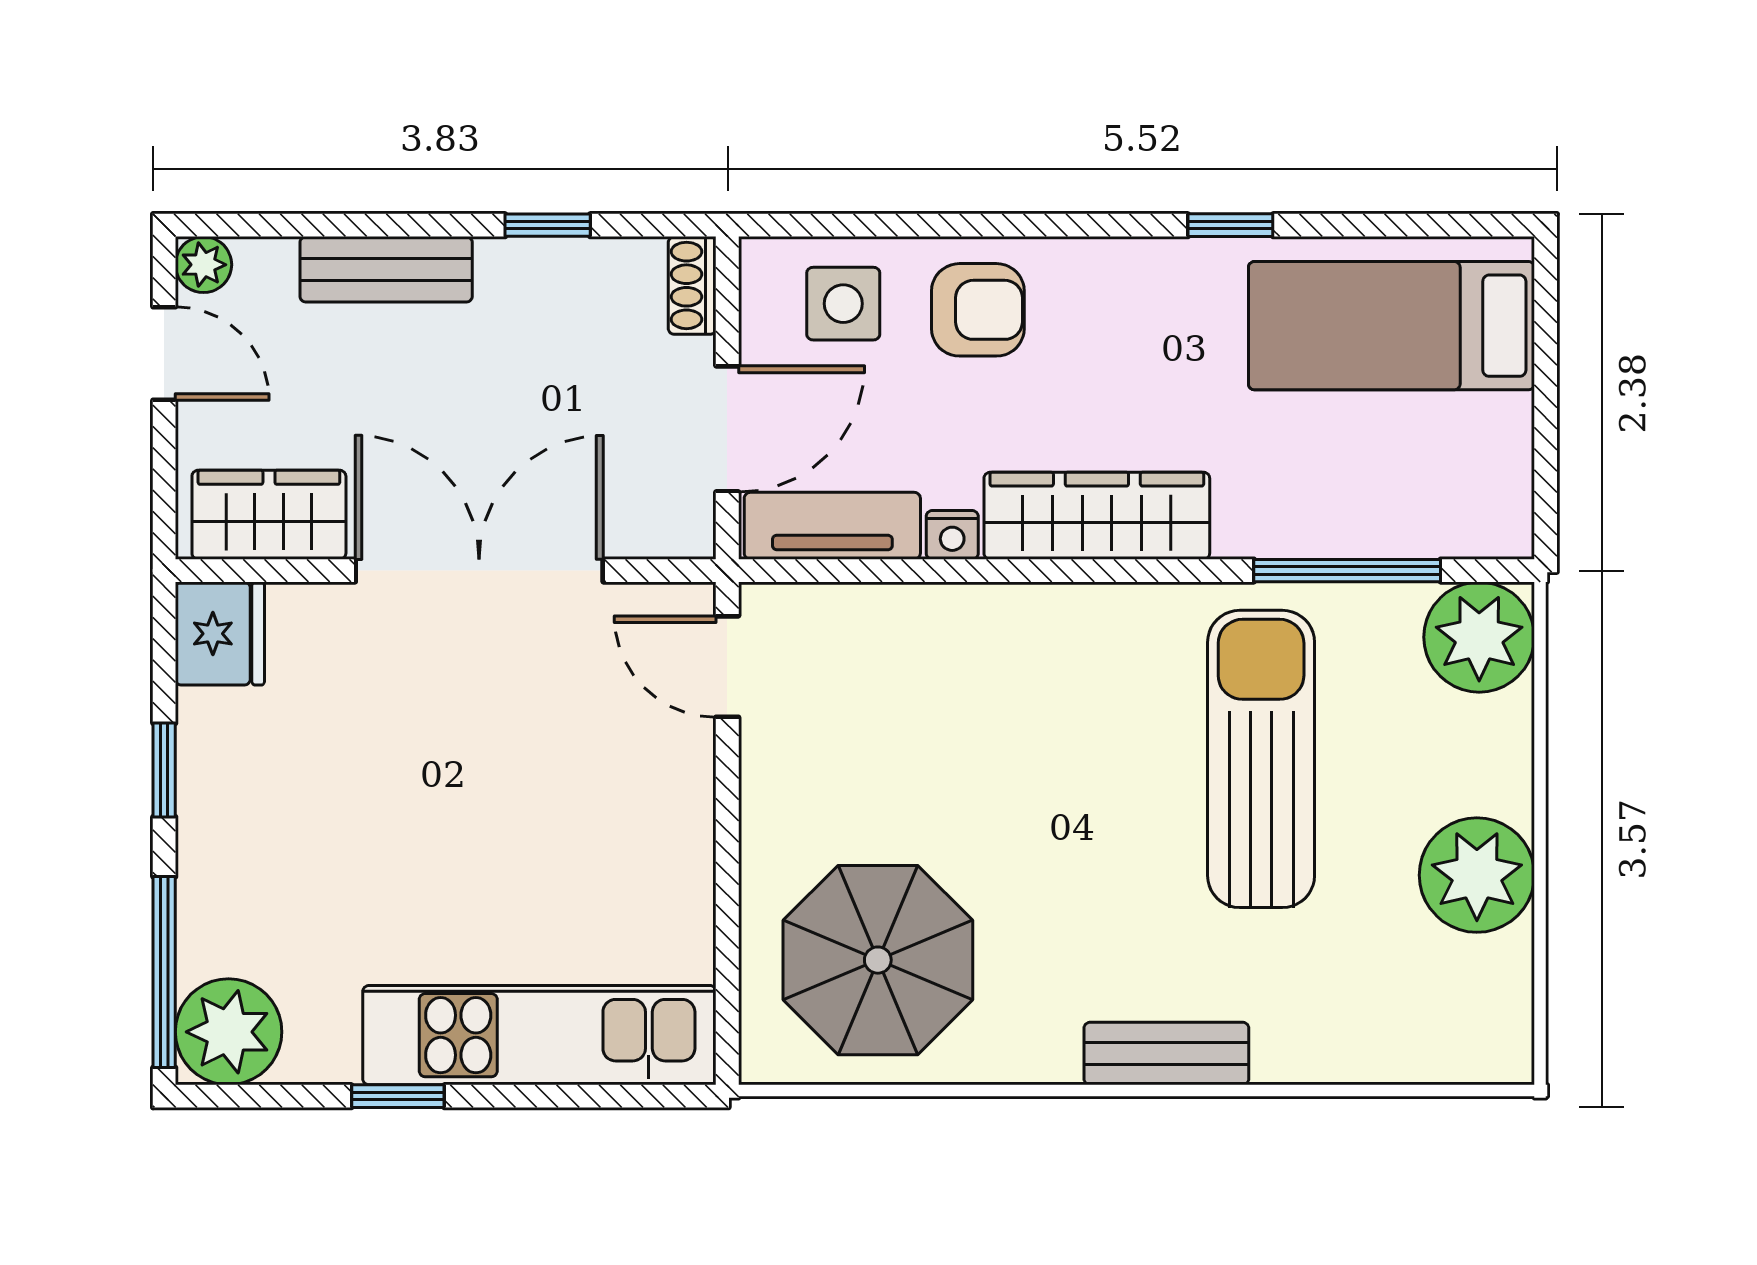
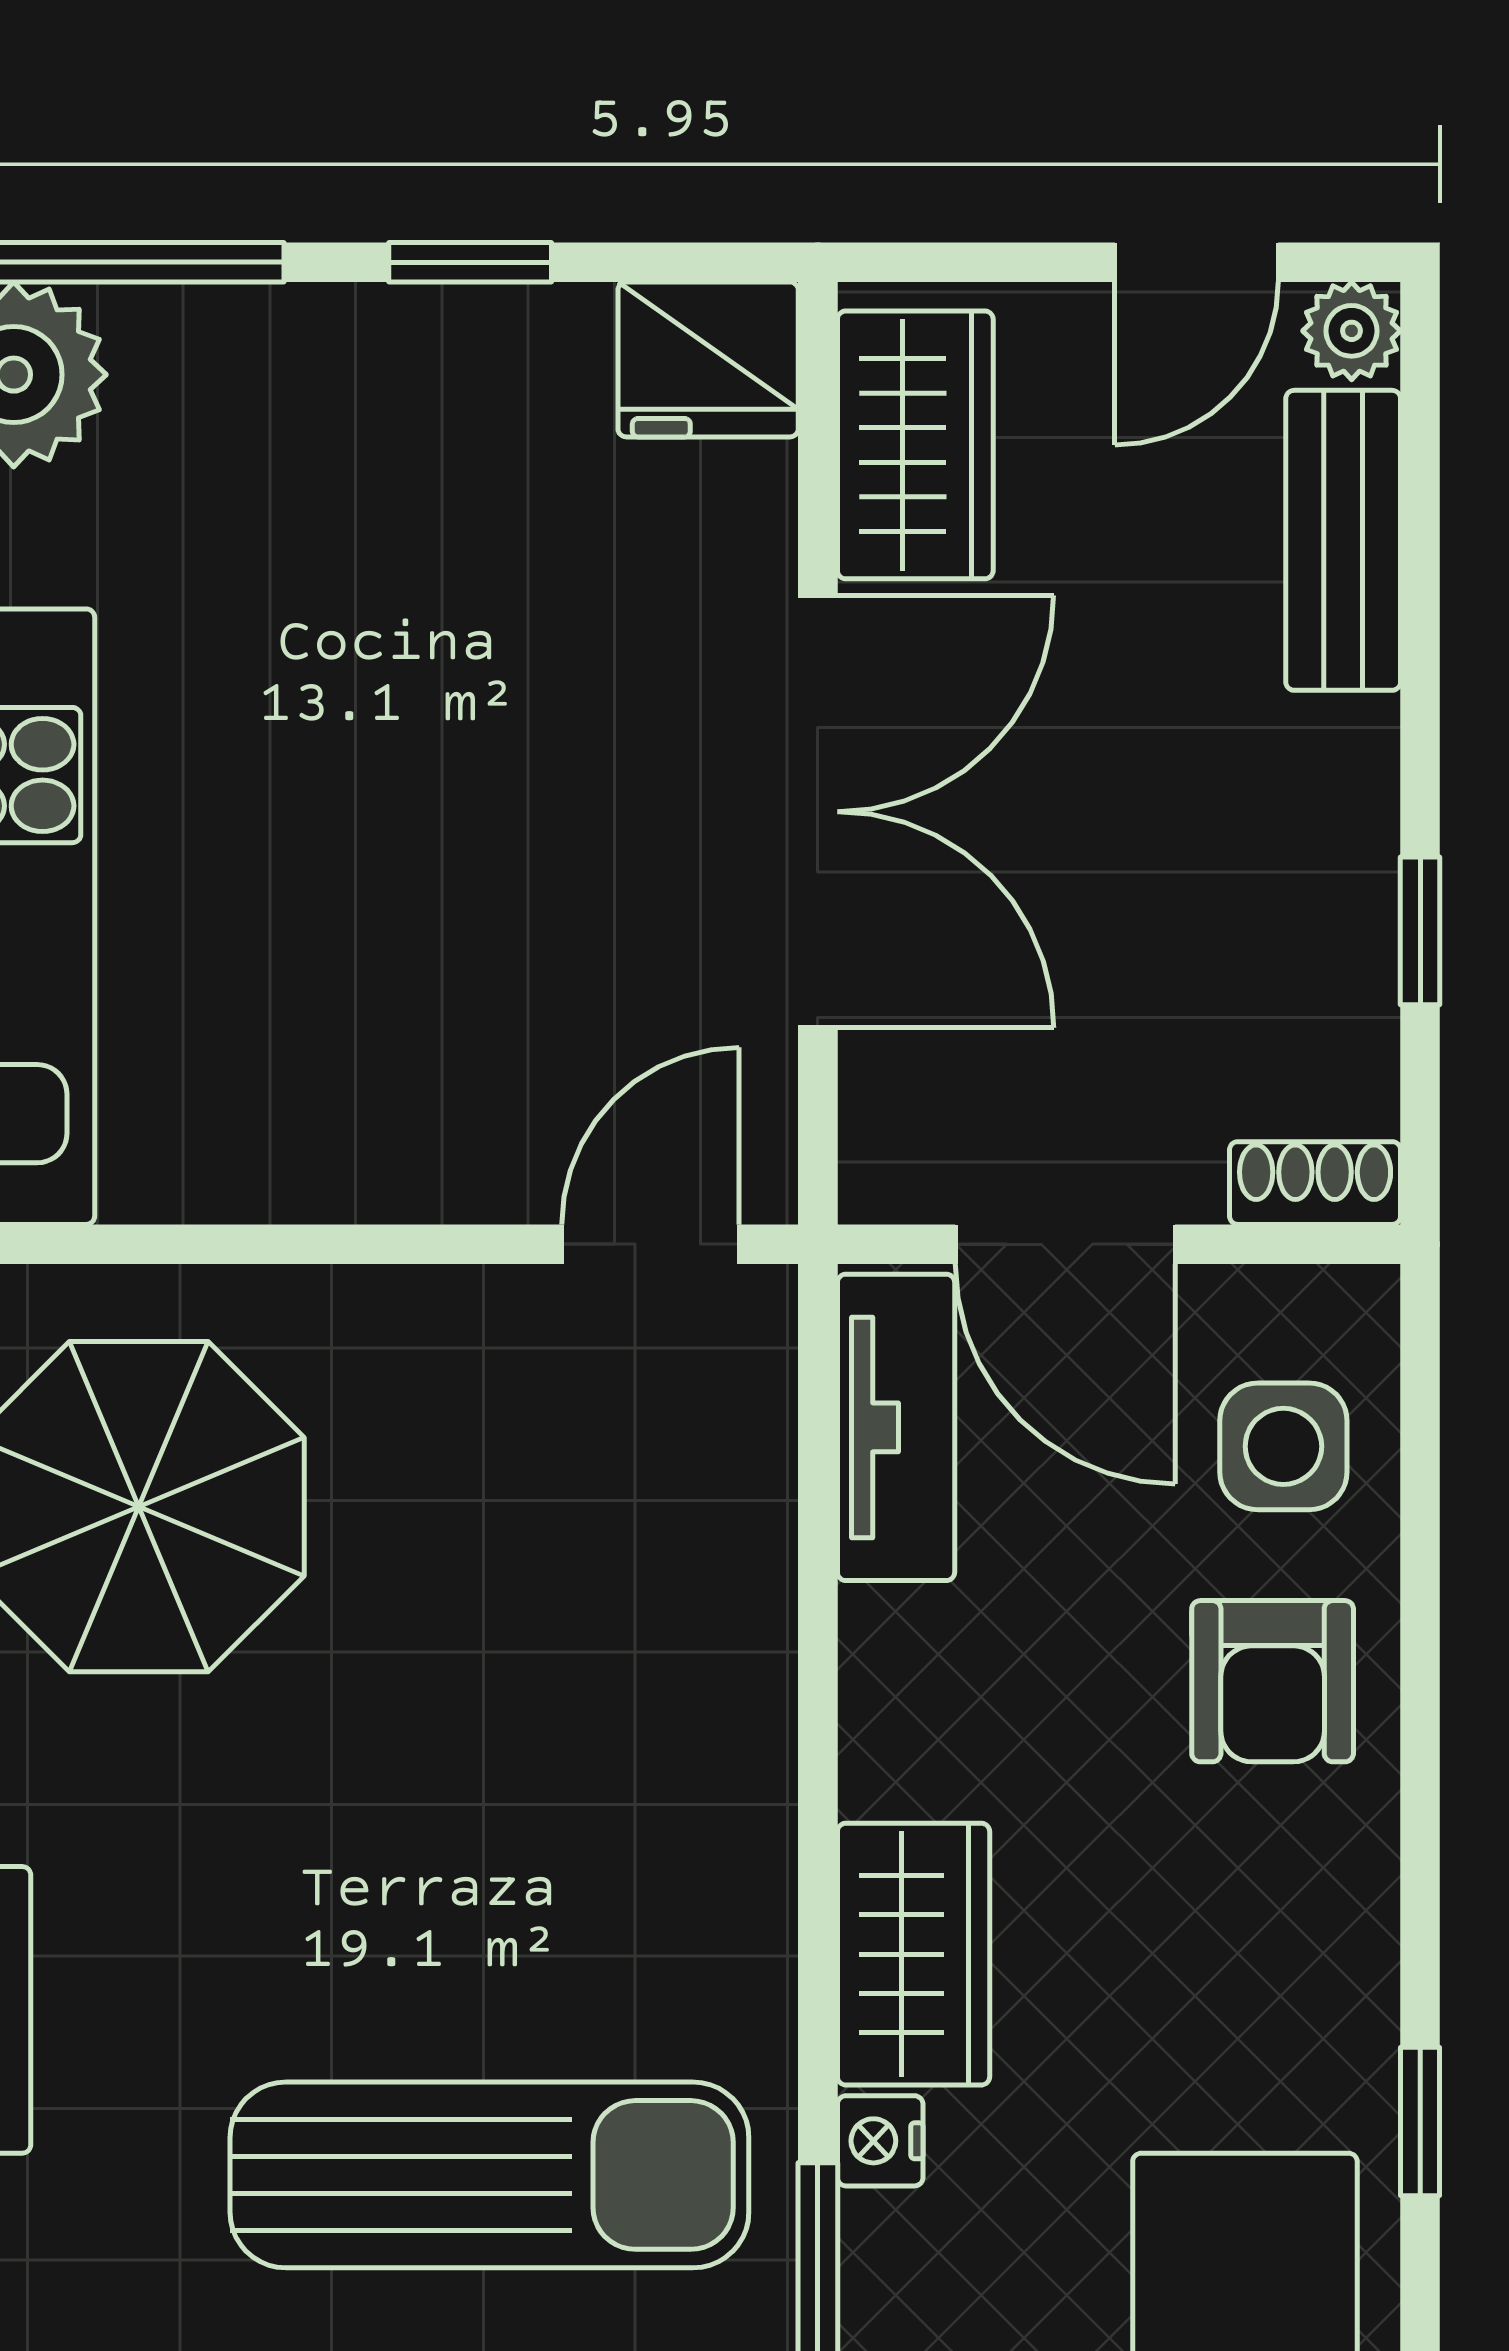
bench: (386, 269) -> (1343, 540), moved
wardrobe: (1097, 516) -> (914, 1954), width x0.67
nightstand: (952, 535) -> (880, 2141), moved

